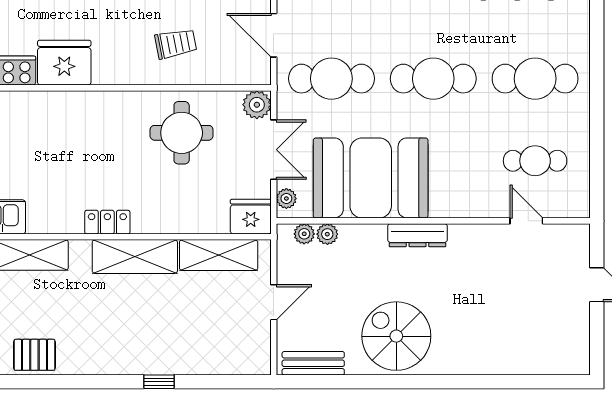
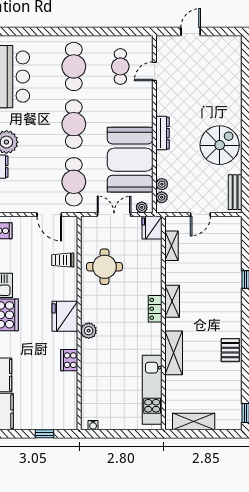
door: (274, 35) -> (49, 215), hinge flipped
trolley: (176, 44) -> (63, 260), moved, turned -79
fridge: (64, 63) -> (65, 316), moved
plant: (257, 105) -> (89, 331), moved
shelving: (219, 255) -> (172, 246), width x0.67, depth x0.75
shelving: (135, 256) -> (172, 301), width x0.67, depth x0.75
door: (274, 302) -> (200, 215), swing flipped
spiral stairs: (396, 336) -> (220, 145), turned 180

